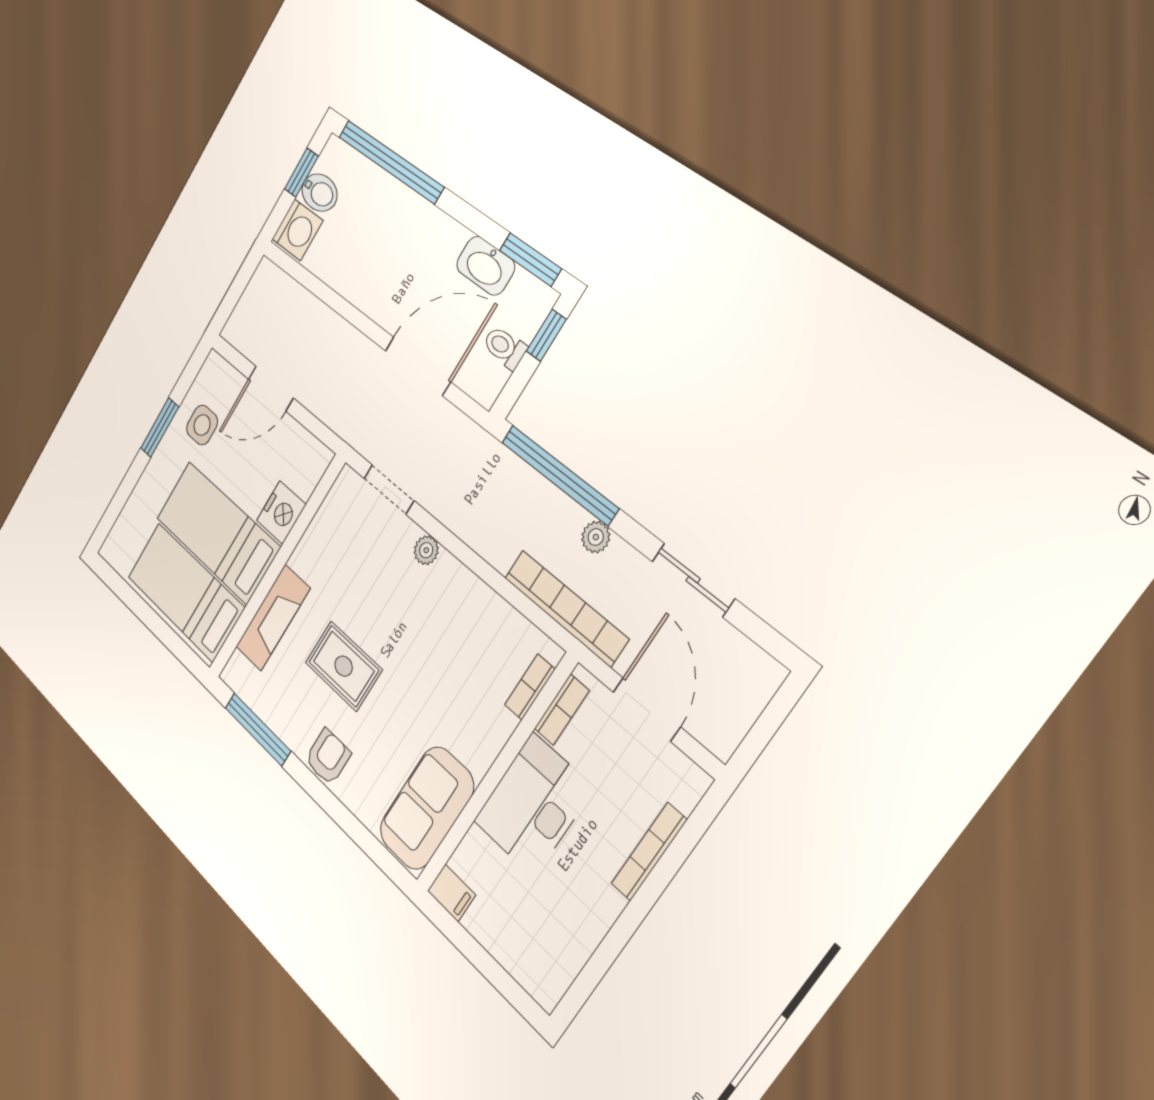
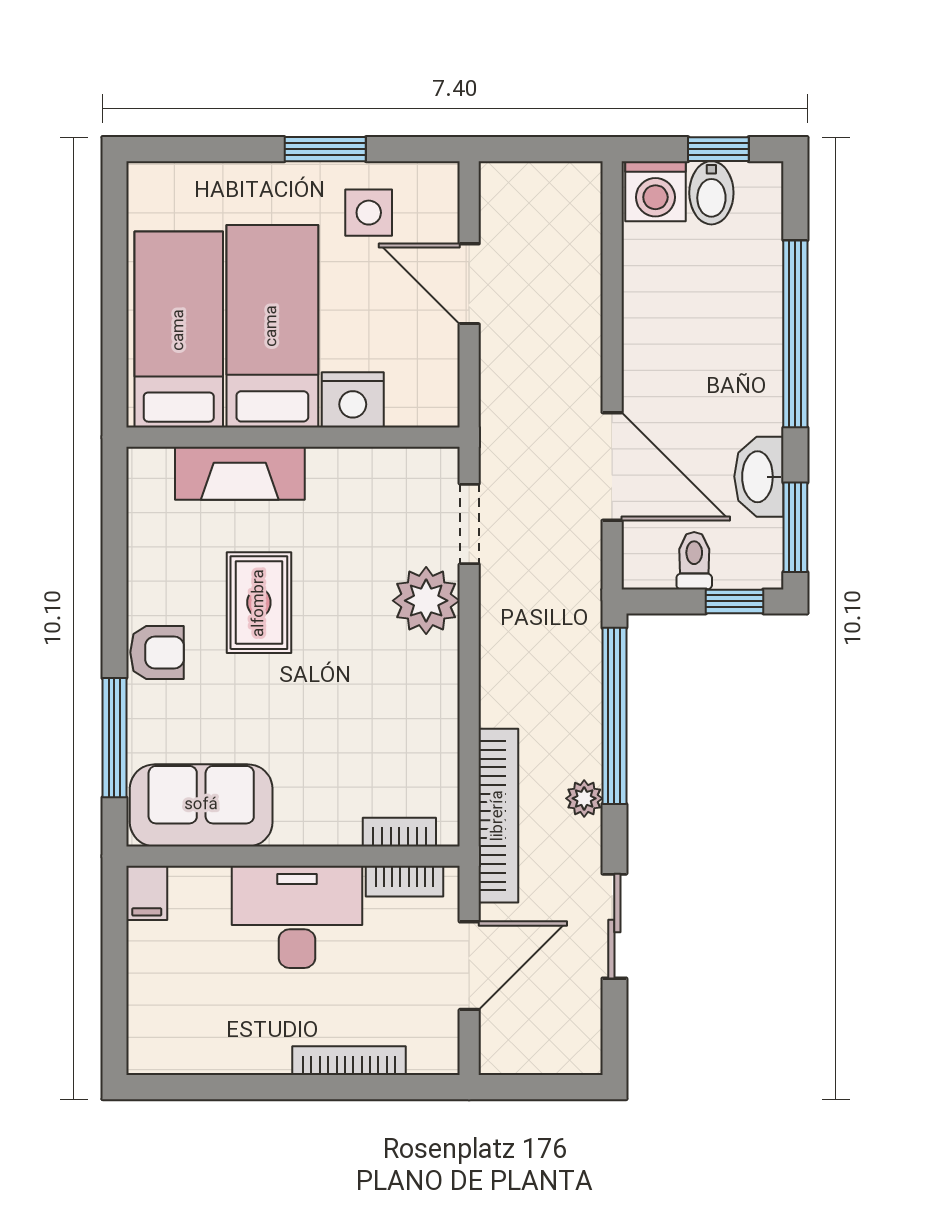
window: (391, 162) -> (795, 334), moved
plant: (426, 550) -> (426, 601), width x1.88, depth x1.88
window: (258, 729) -> (114, 738), moved

